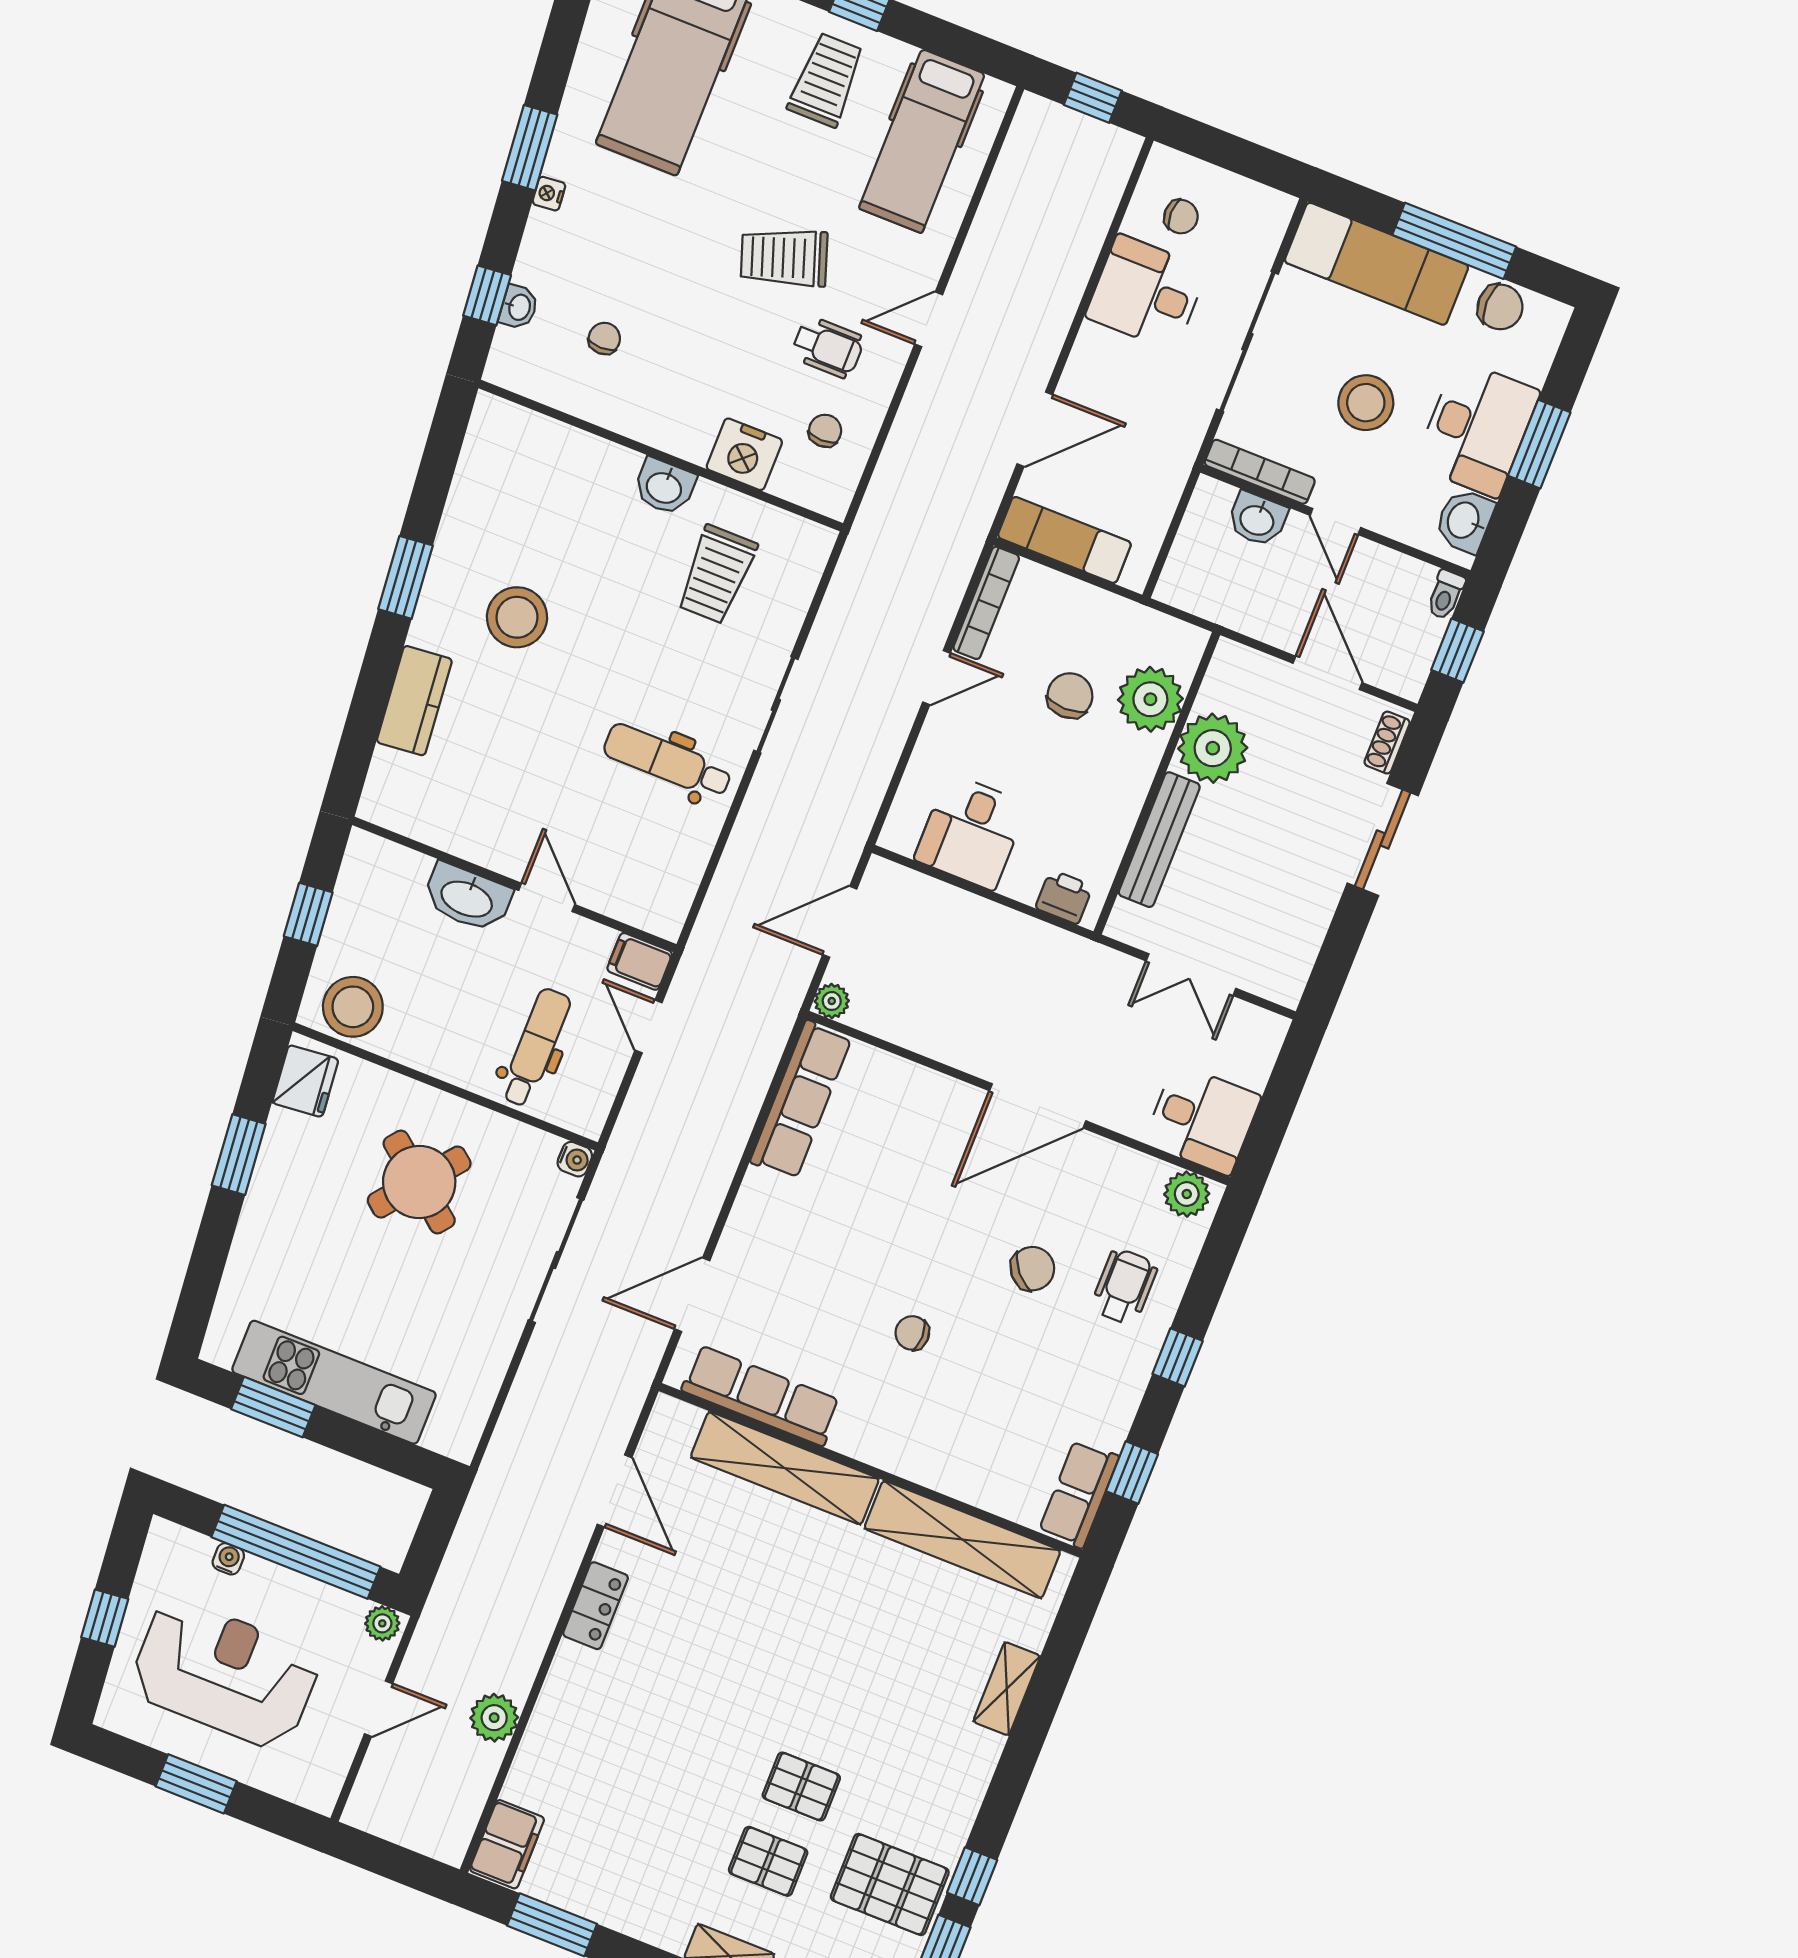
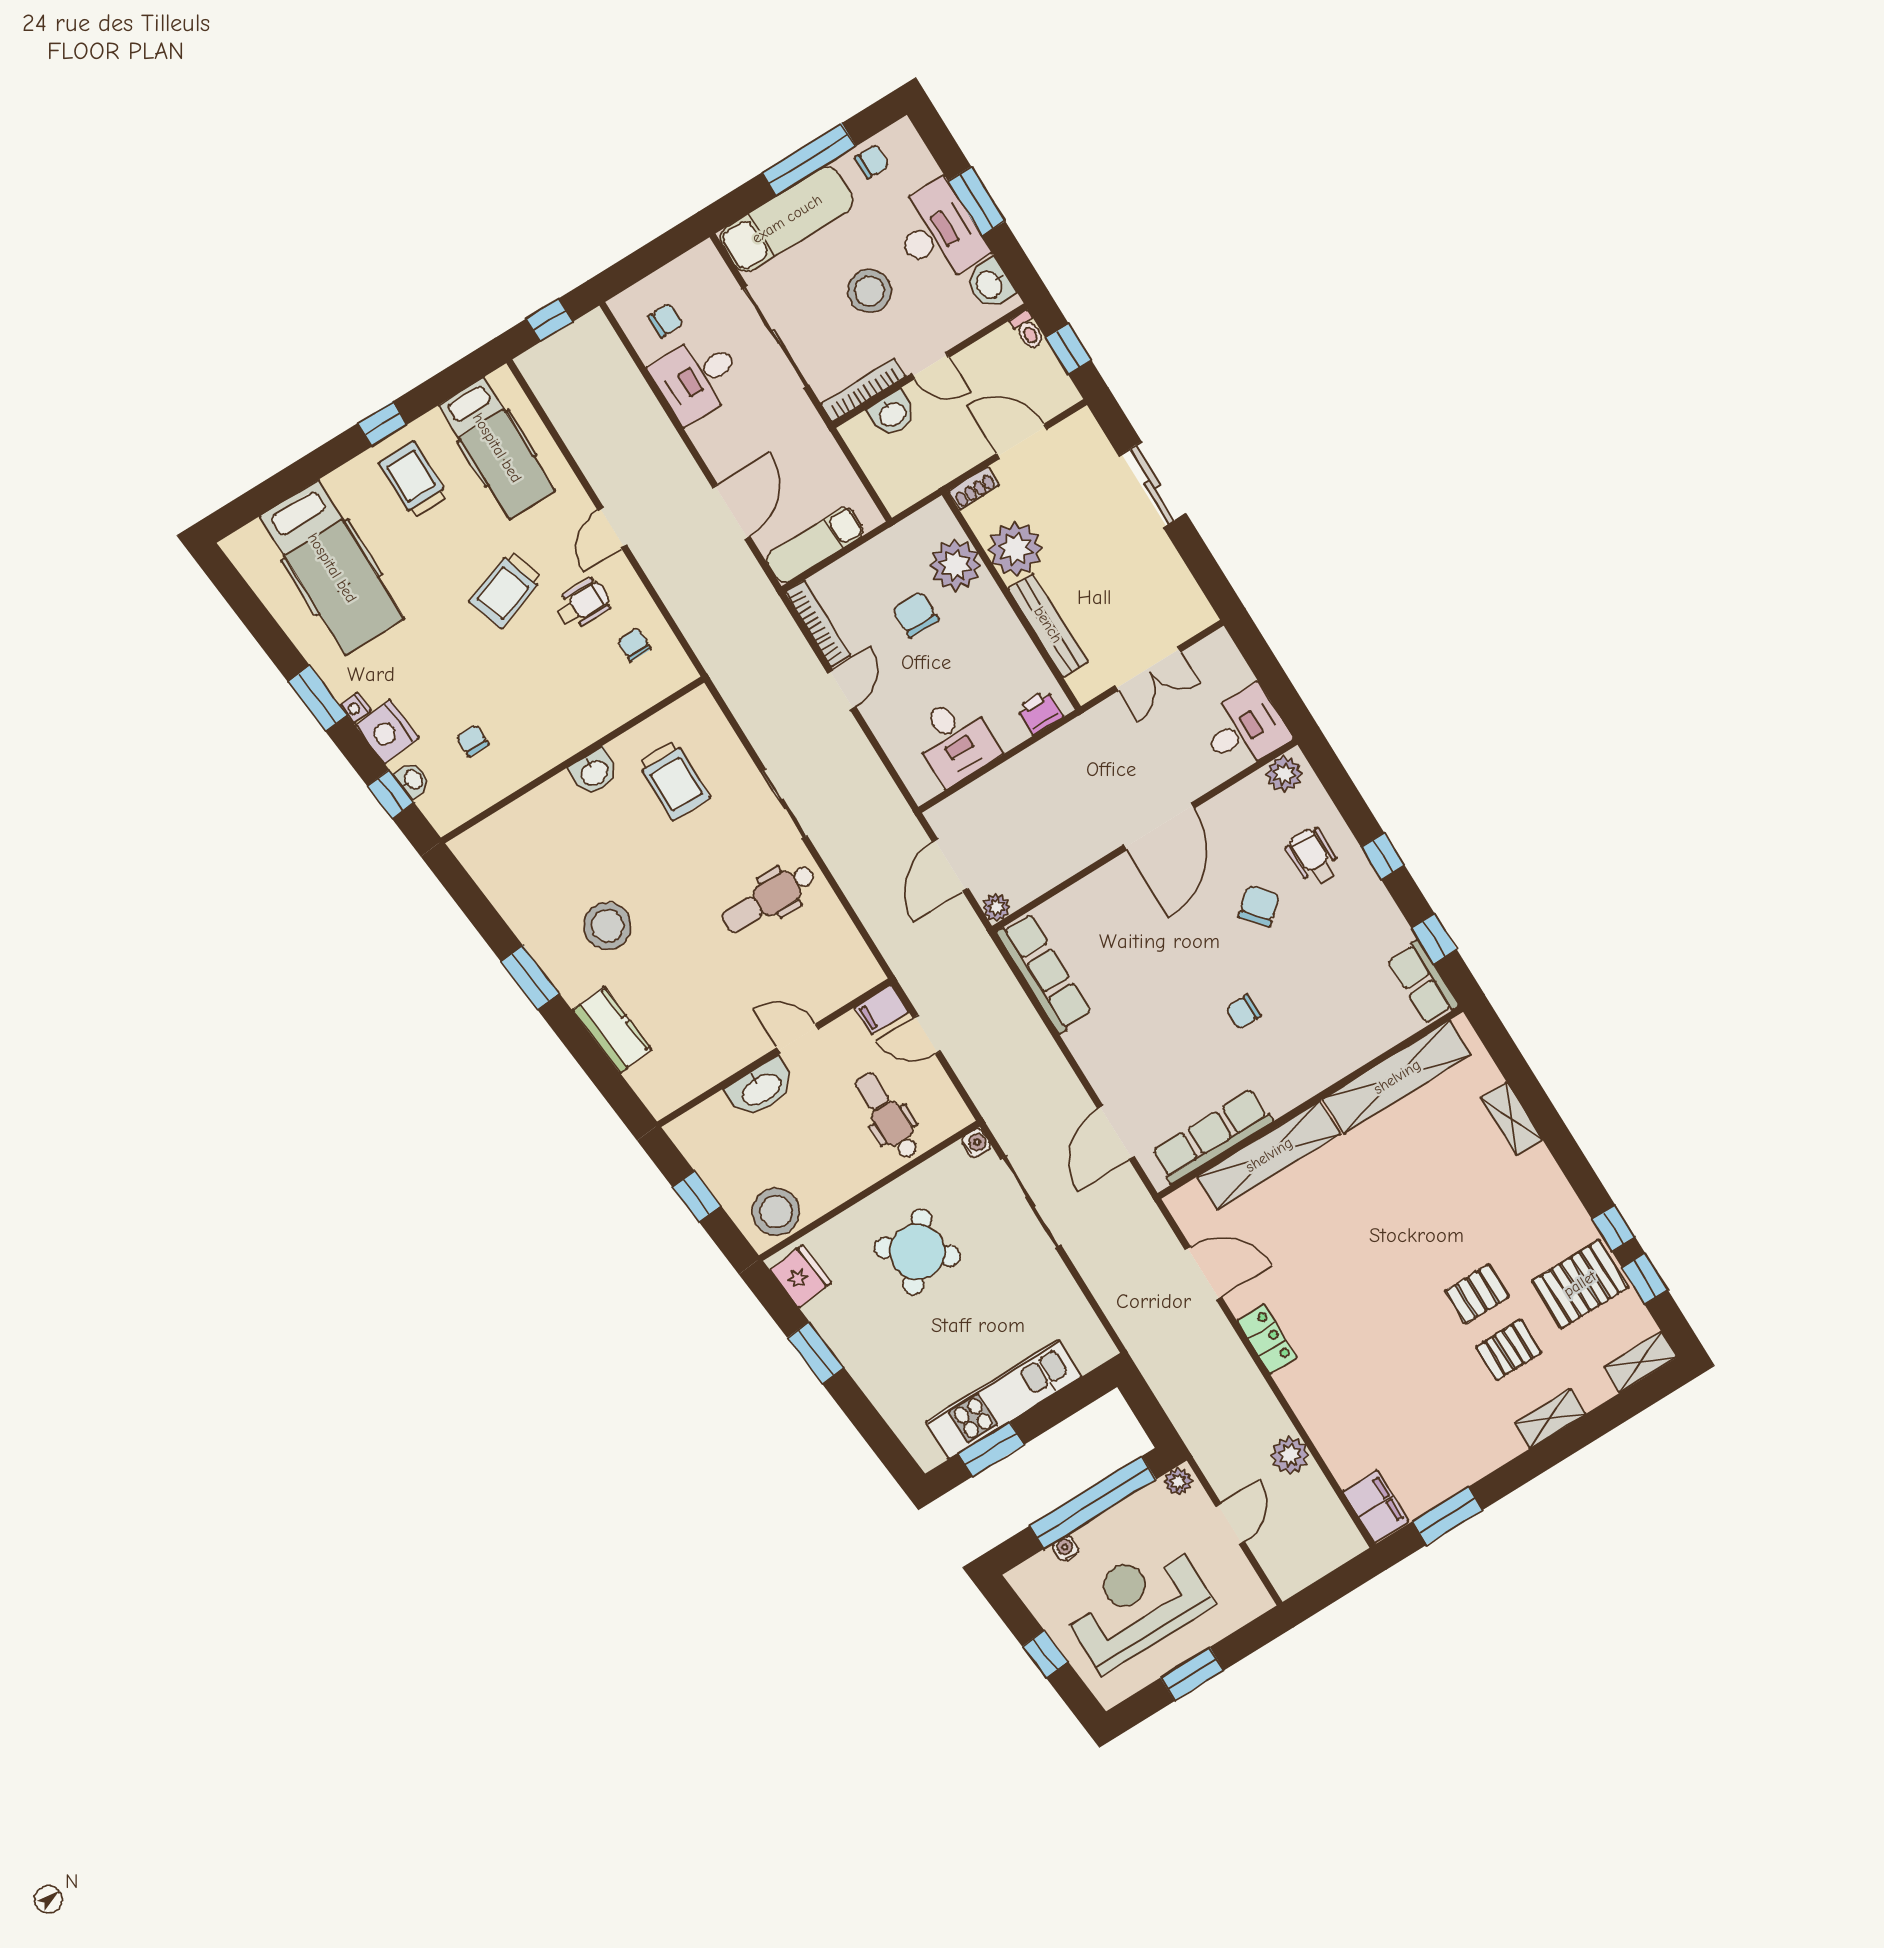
chair: (1500, 307) -> (872, 162), width x0.73, depth x0.73
nightstand: (744, 454) -> (387, 732), moved, turned 85
shoe rack: (1387, 743) -> (974, 488), moved, turned -90

